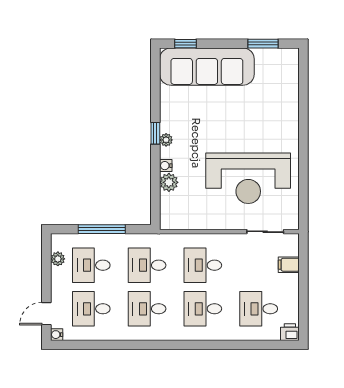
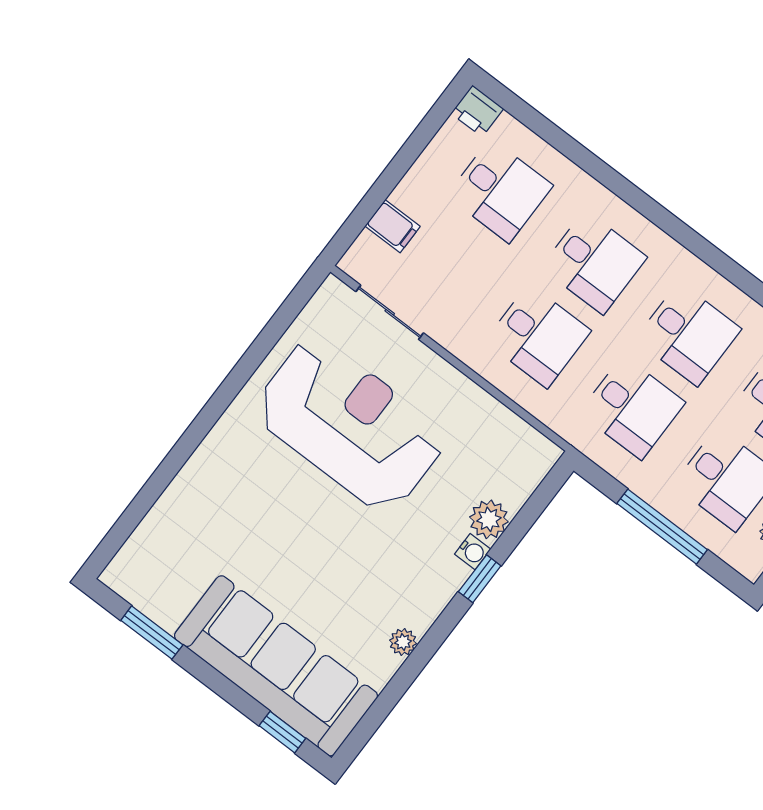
window: (155, 133) -> (480, 579), moved
plant: (166, 140) -> (403, 642), moved

